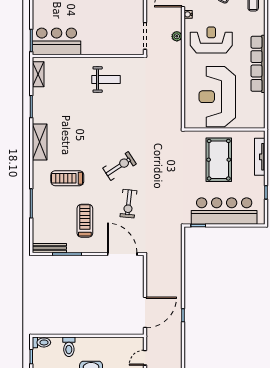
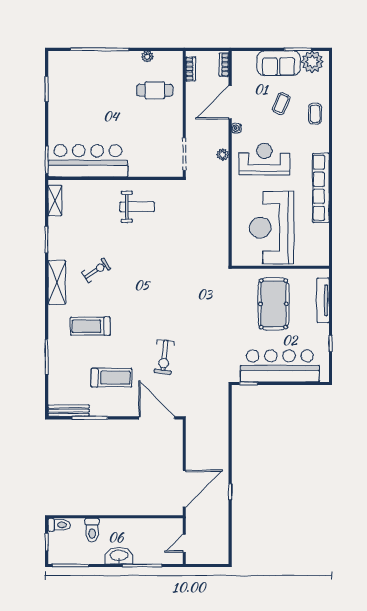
bar counter: (57, 41) -> (88, 161), width x1.36
exercise bike: (120, 166) -> (96, 270), moved, width x0.73, depth x0.72
treadmill: (85, 221) -> (112, 378), turned 90

